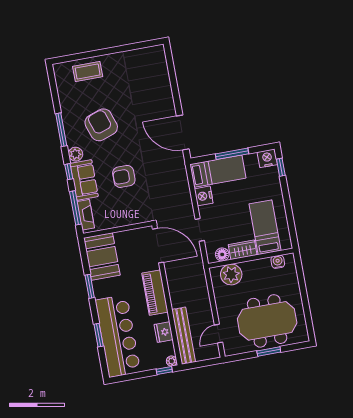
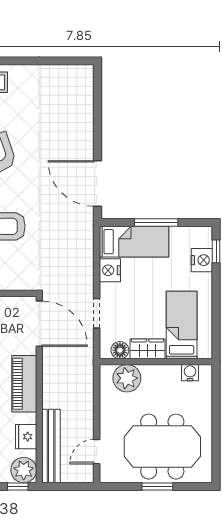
nightstand: (267, 158) -> (202, 260), moved, turned 90
plant: (172, 361) -> (24, 470), width x1.88, depth x1.88

